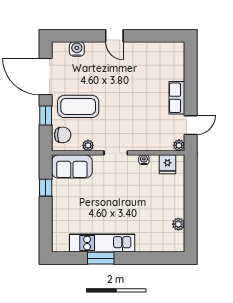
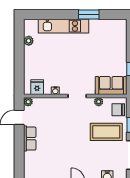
kitchen unit: (102, 243) -> (63, 26), moved

